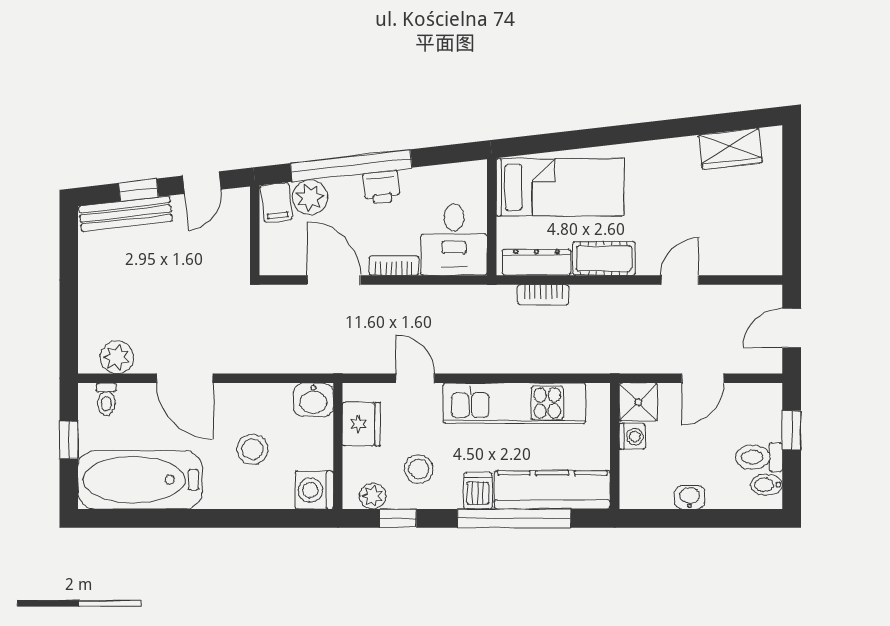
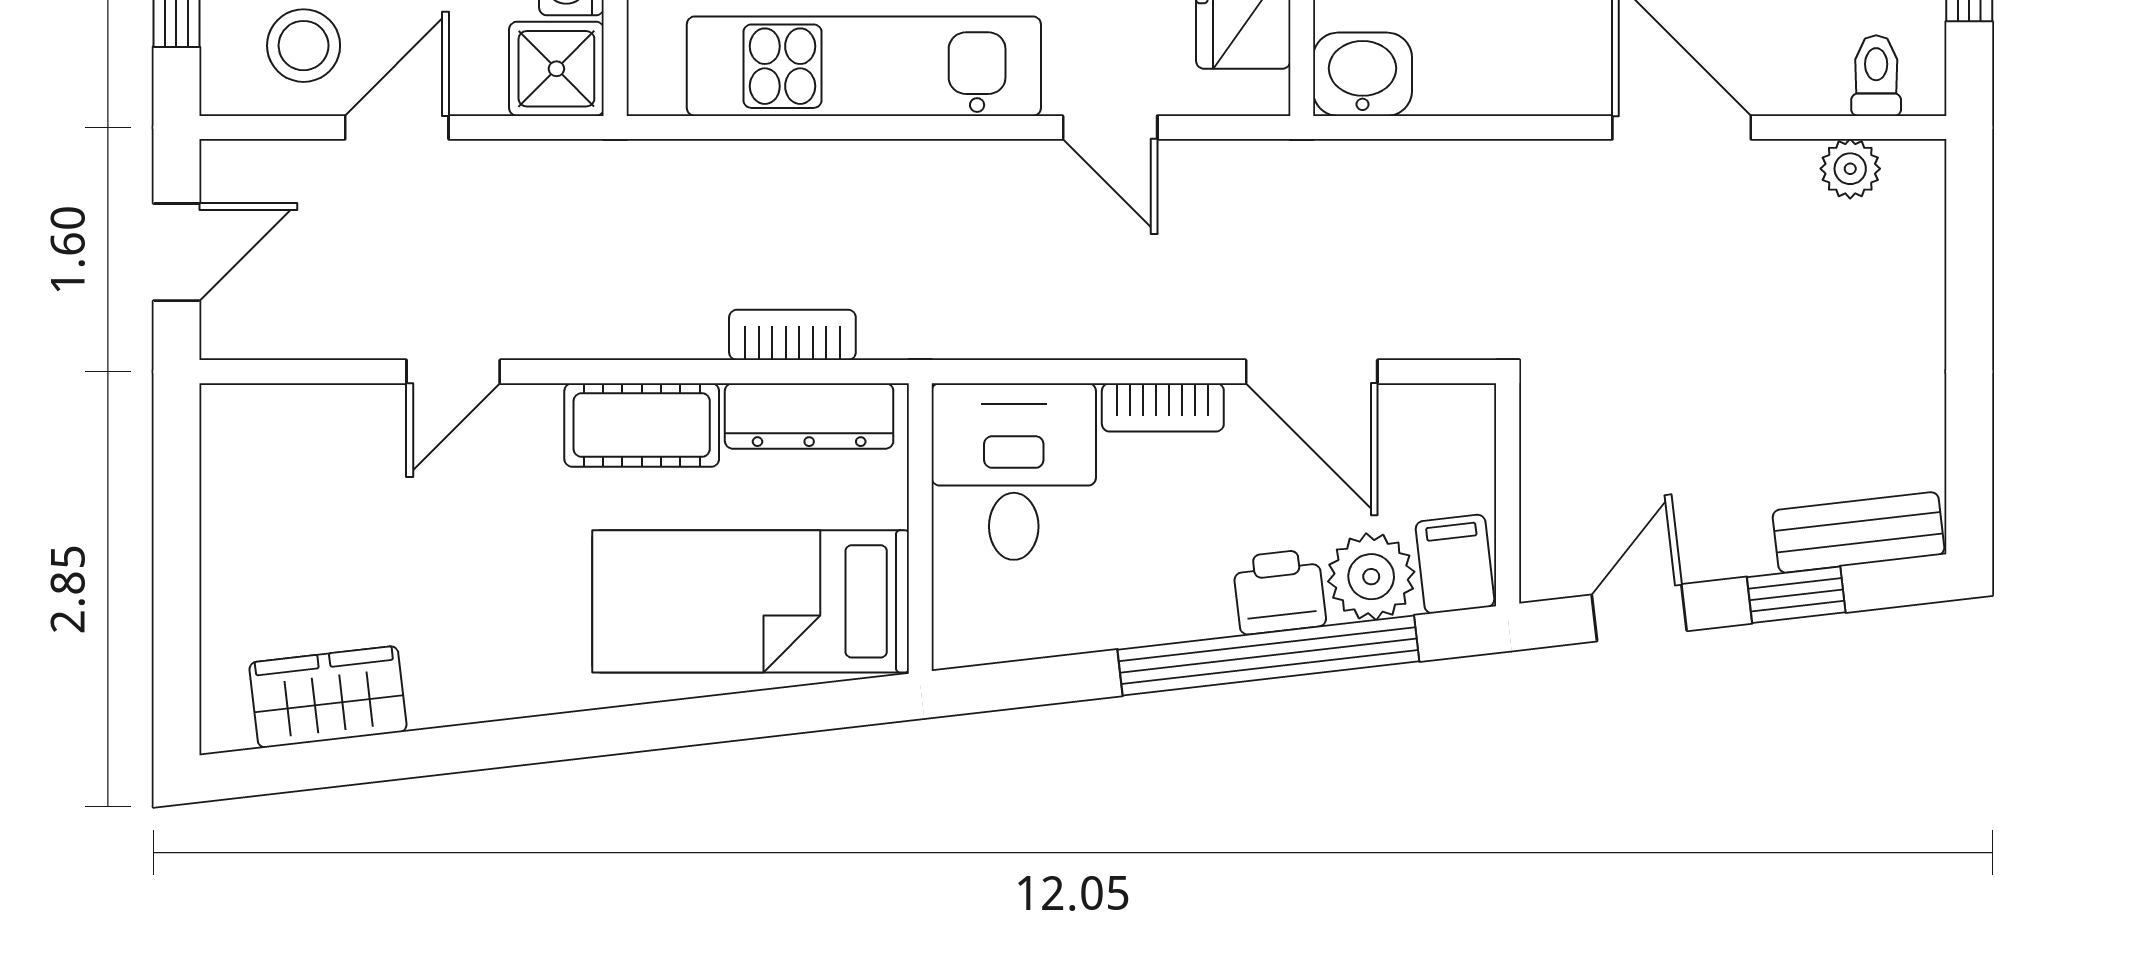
printer: (381, 187) -> (1279, 592), moved
bench: (126, 214) -> (1859, 532), width x0.73
plant: (117, 357) -> (1850, 169), width x0.73, depth x0.73
stool: (740, 411) -> (304, 46), added

